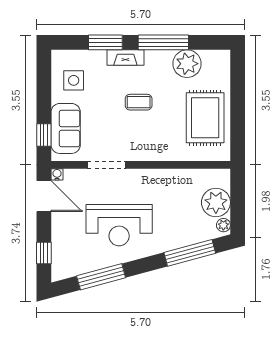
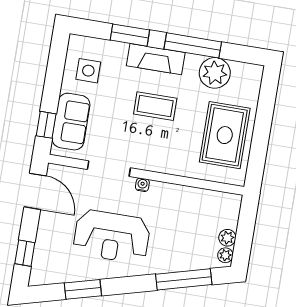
fireplace: (125, 58) -> (156, 59), width x1.37, depth x1.32
coffee table: (139, 102) -> (155, 106), width x1.36, depth x1.30
water cooler: (57, 174) -> (142, 185), moved
plant: (216, 202) -> (227, 238), width x0.53, depth x0.53
window: (101, 277) -> (83, 289), width x0.69

